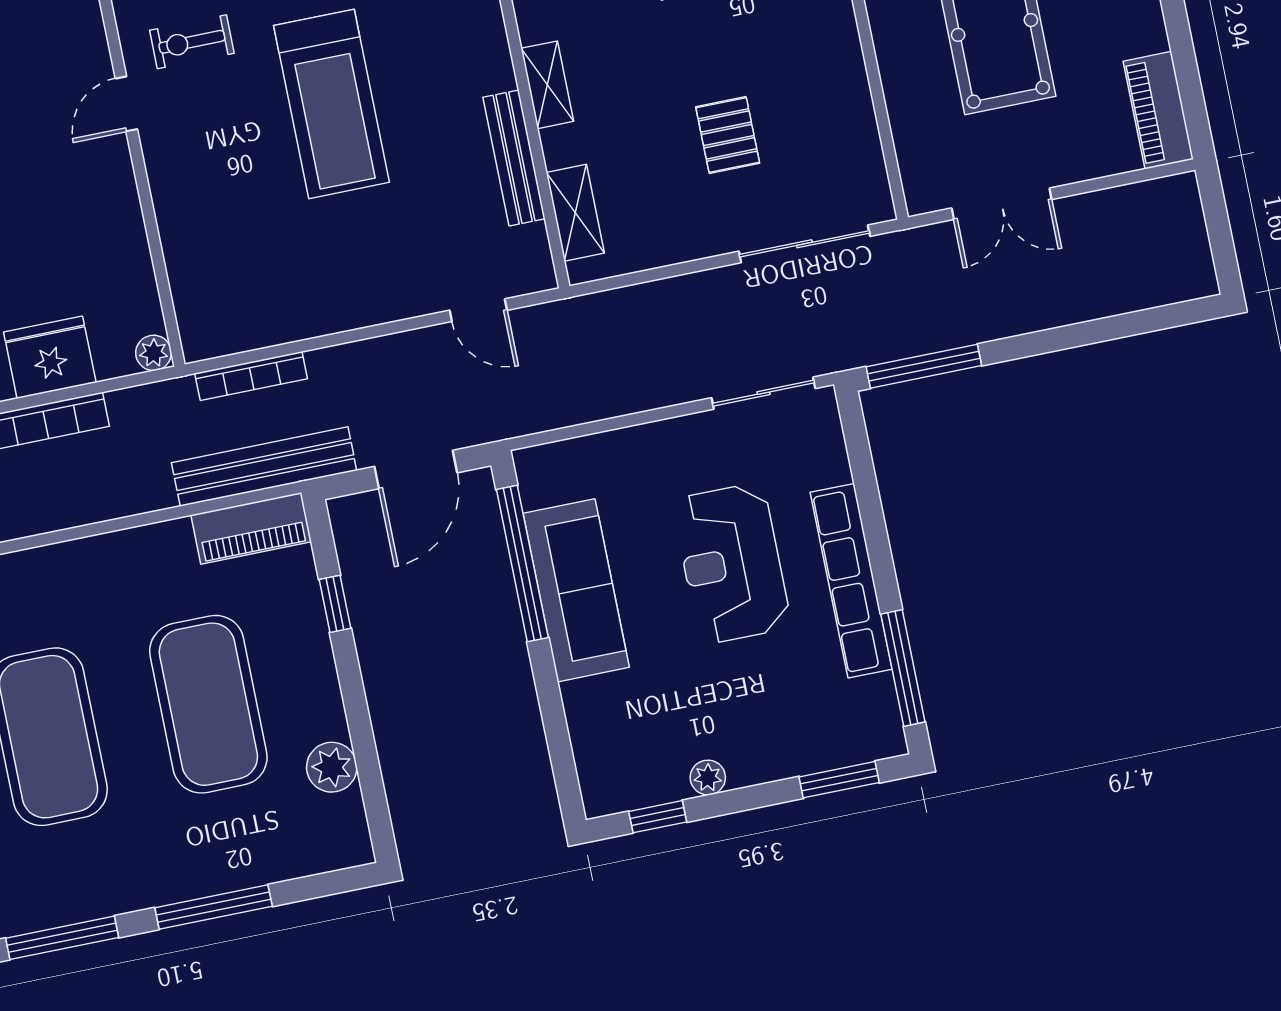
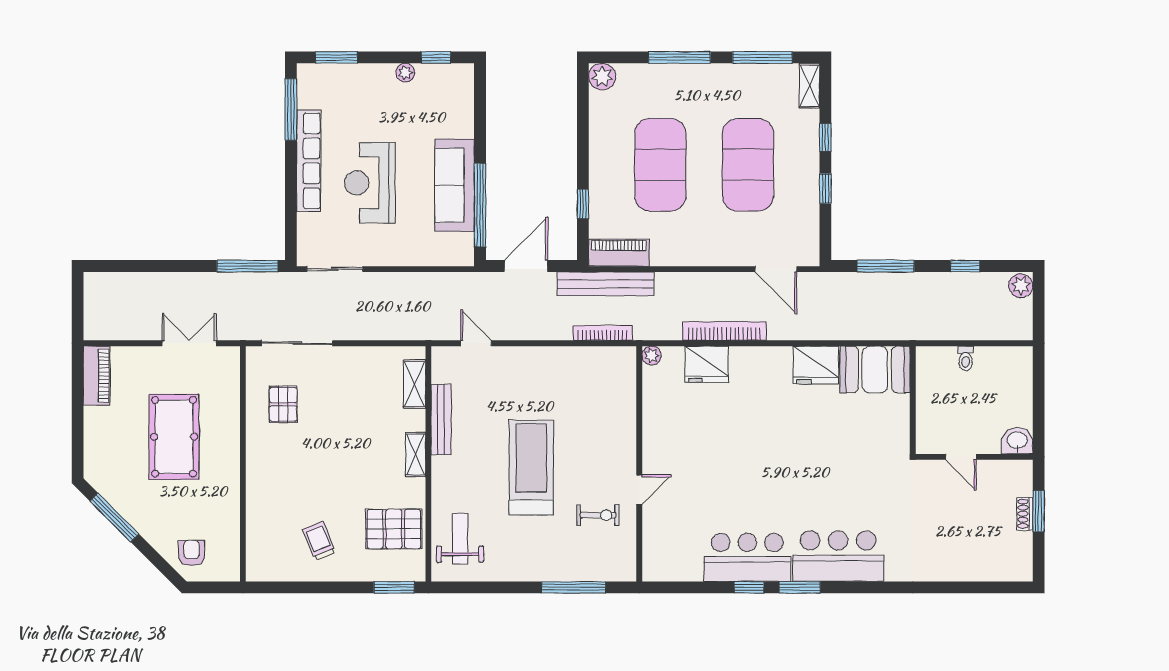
pallet: (728, 135) -> (283, 404), moved
reception desk: (732, 563) -> (370, 183), turned 180
plant: (332, 767) -> (602, 77), moved

